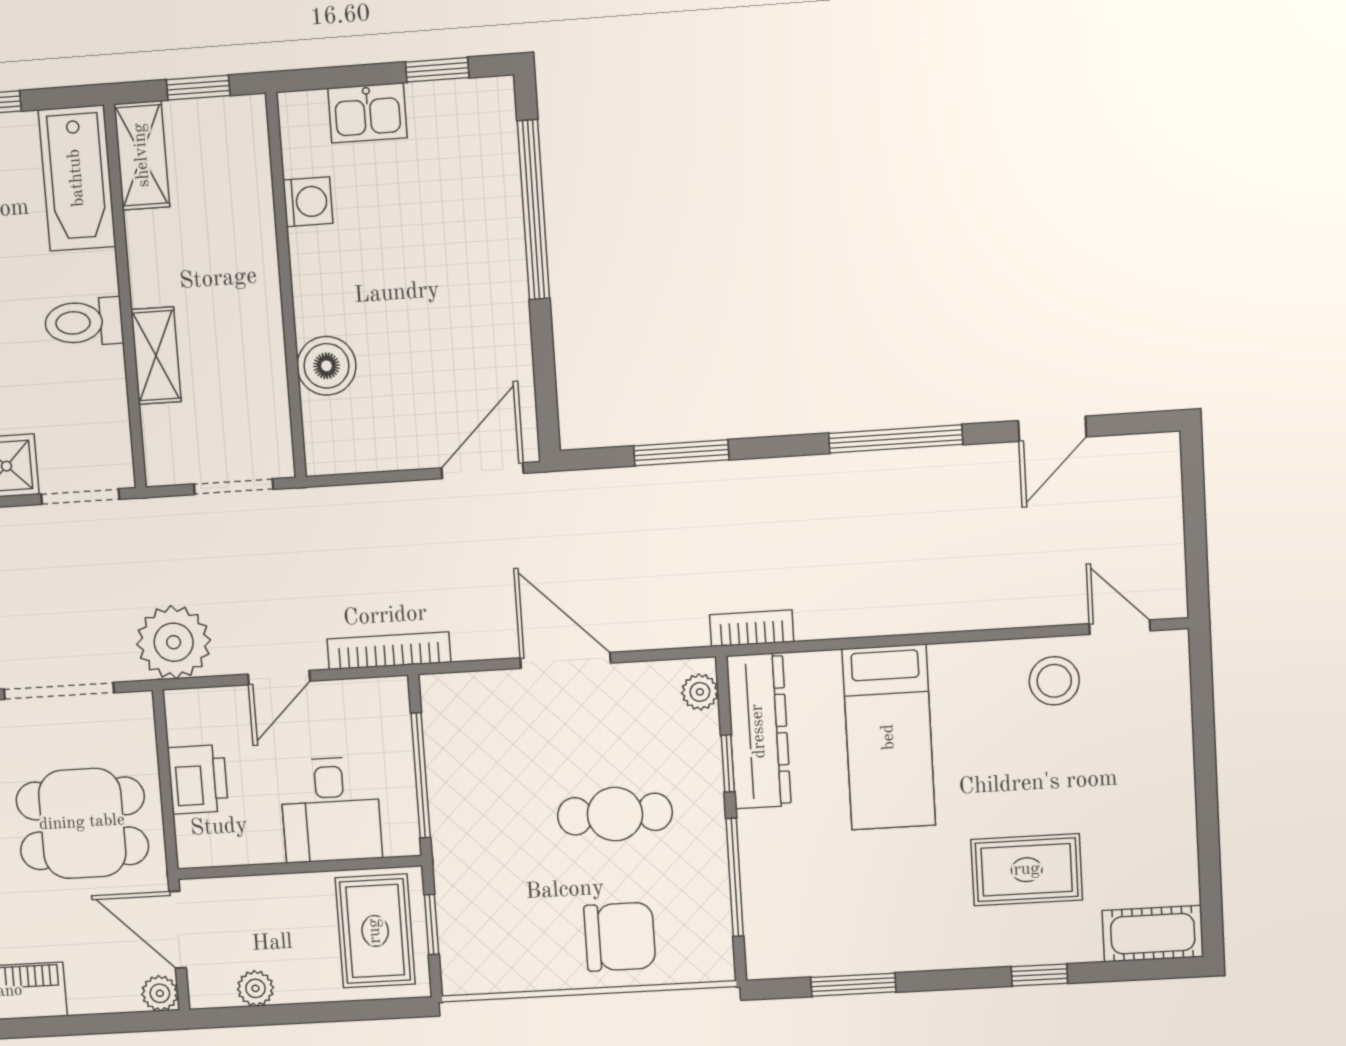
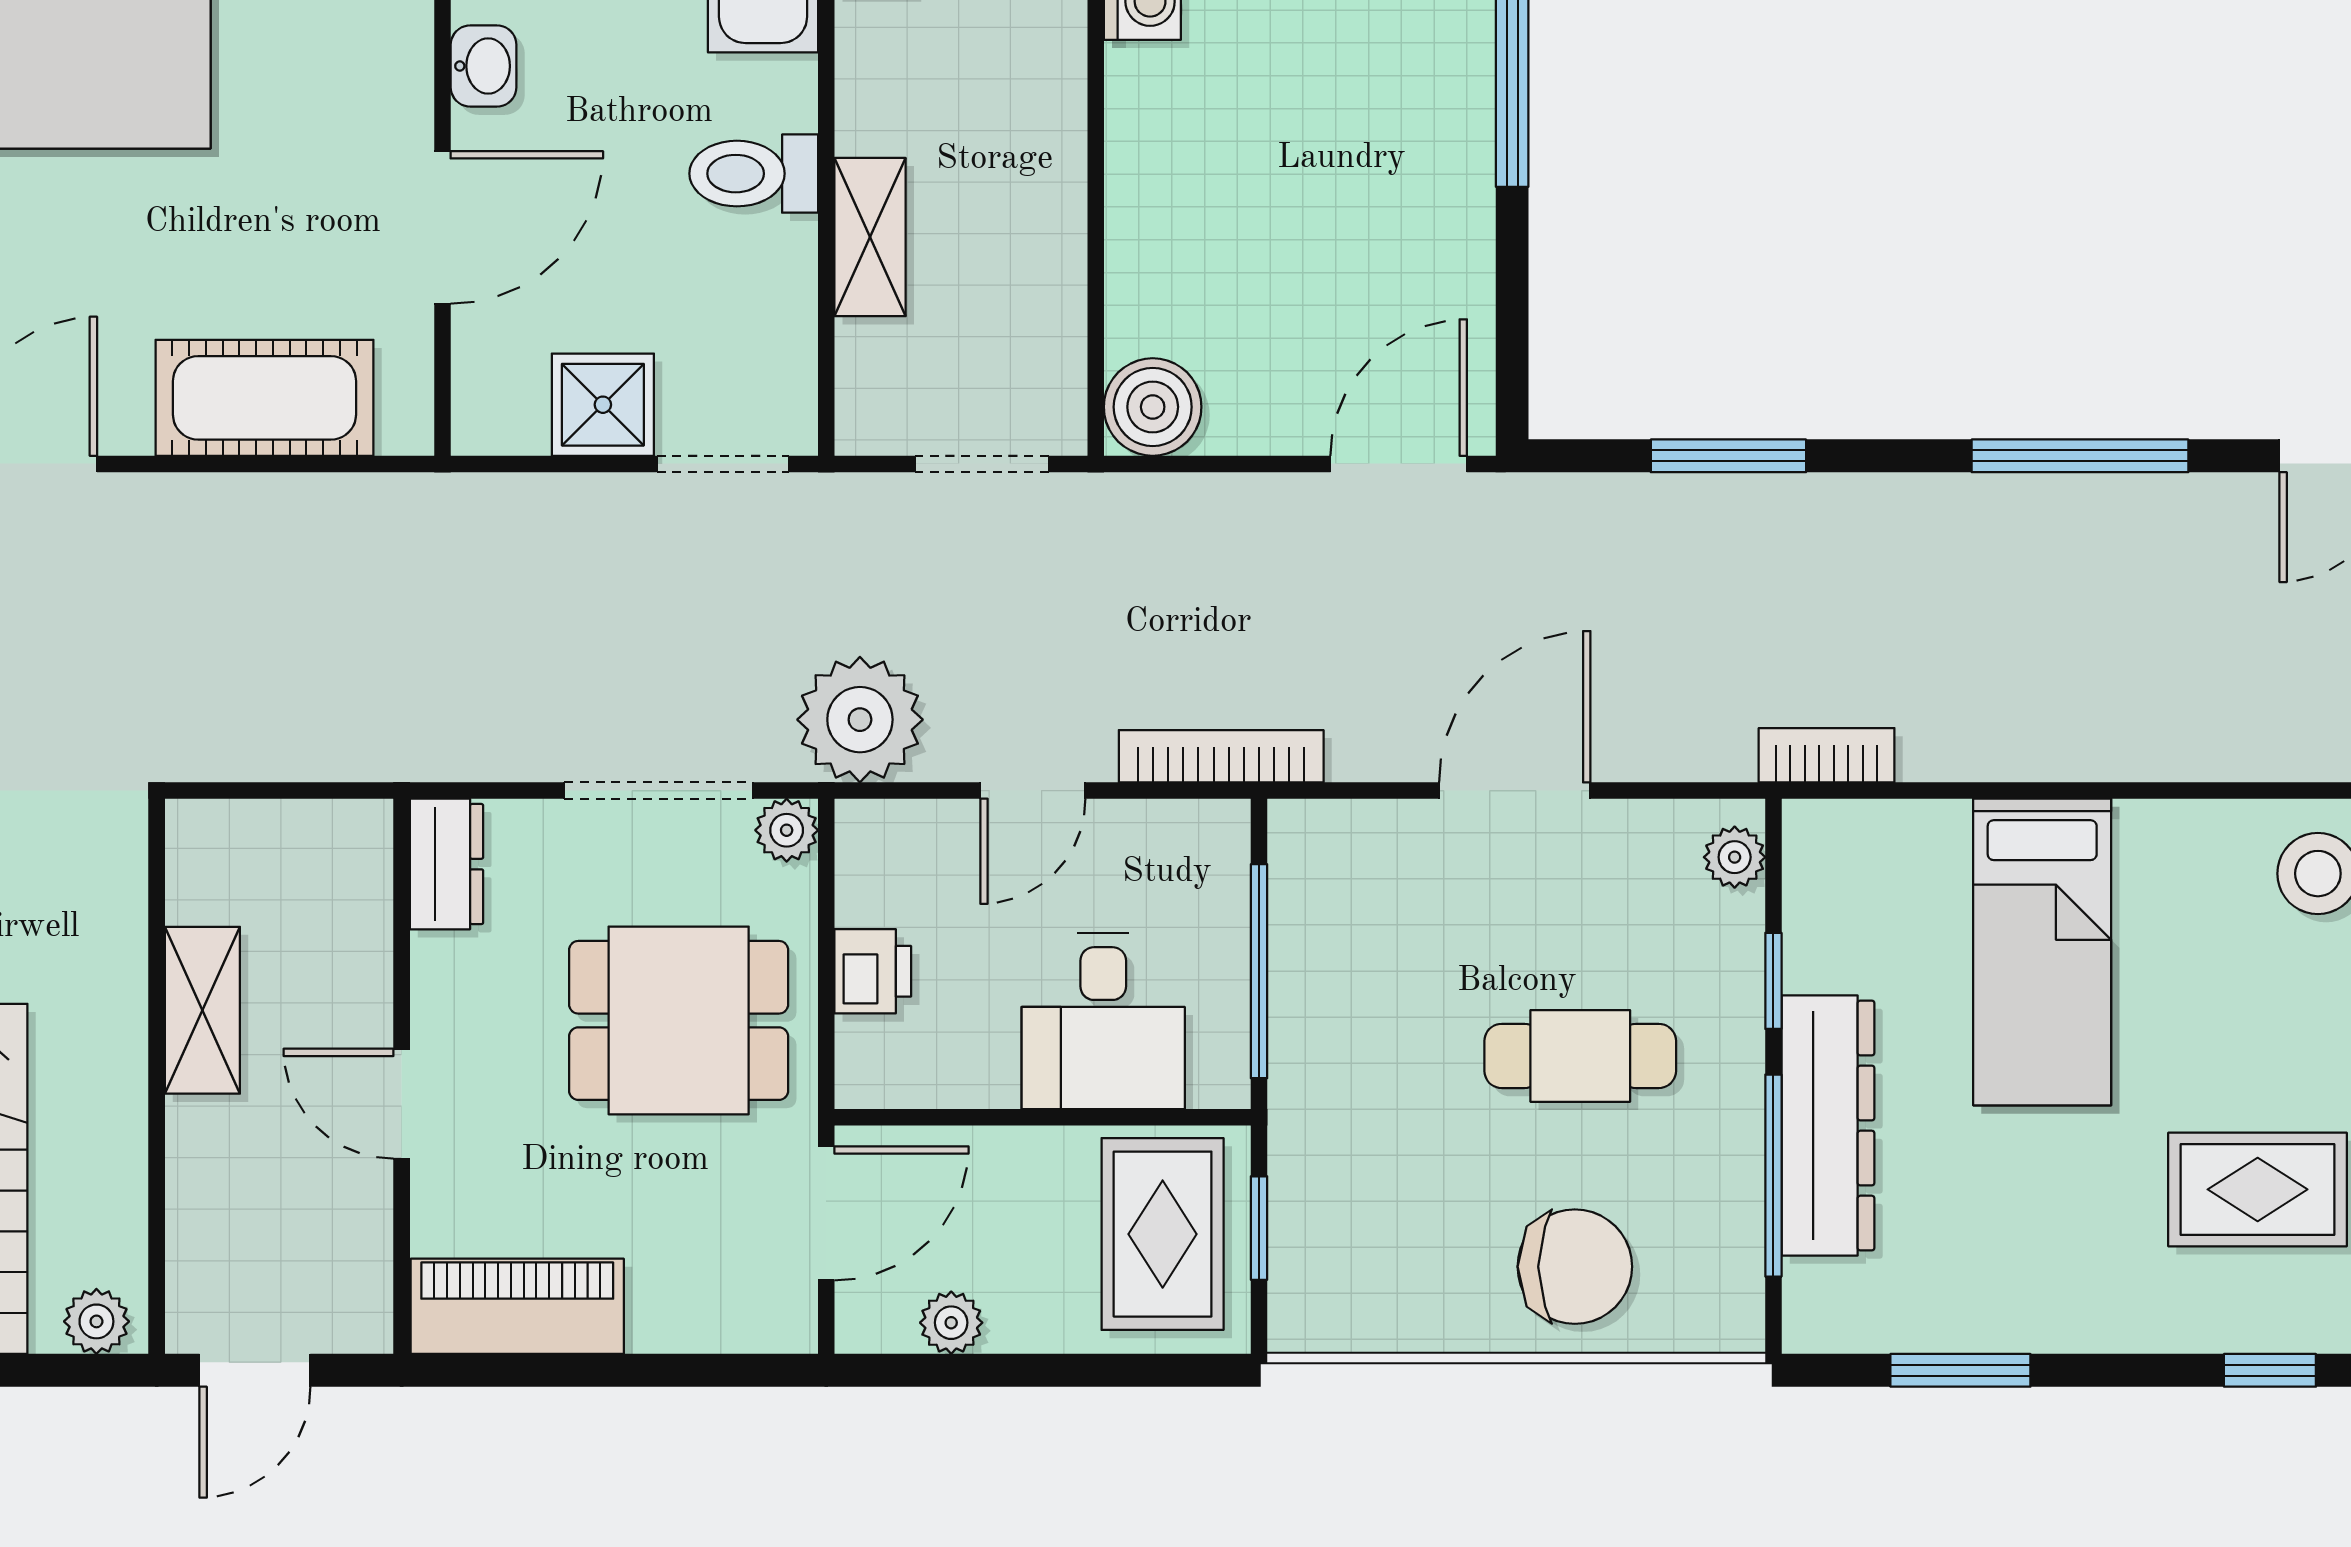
boiler: (326, 366) -> (1153, 407), moved
door: (565, 660) -> (1515, 791), hinge flipped
dresser: (759, 731) -> (1828, 1126), moved
printer: (198, 779) -> (873, 971), width x0.73, depth x0.81
door: (178, 930) -> (826, 1213), swing flipped
plant: (160, 993) -> (787, 830), moved

